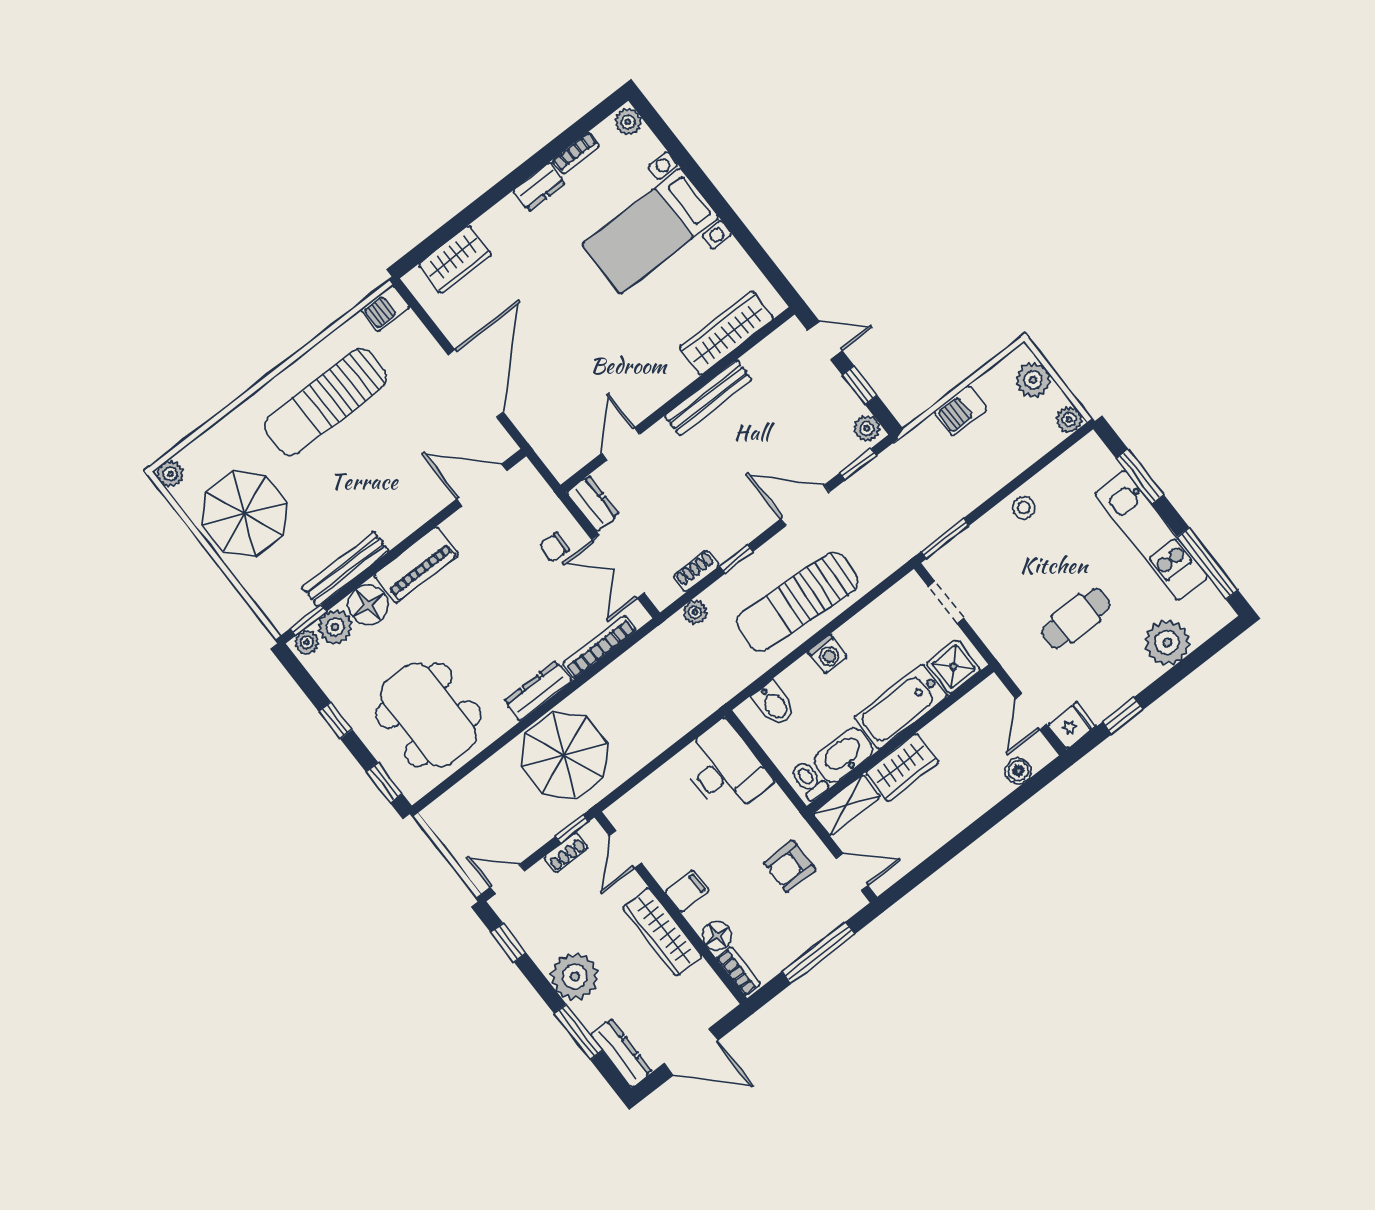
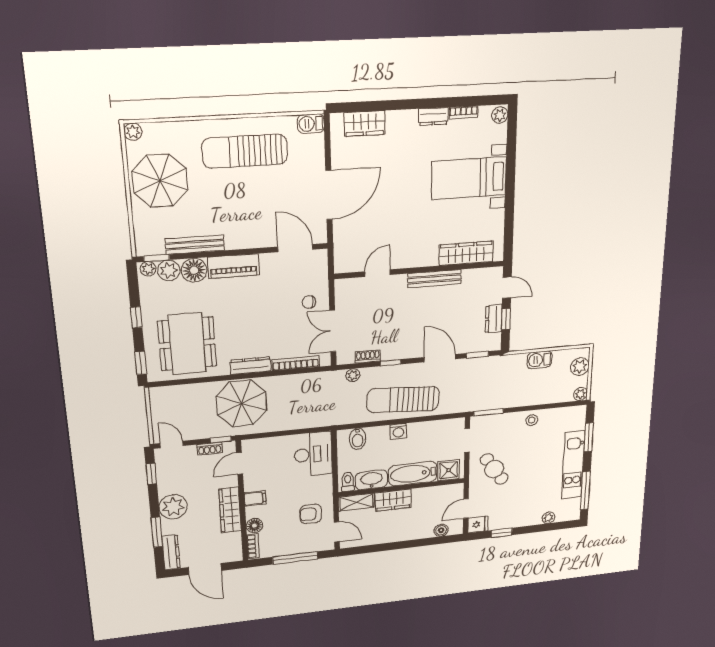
plant: (867, 428) -> (494, 341), removed
dresser: (593, 503) -> (494, 319), moved, turned 180
cafe table: (1076, 618) -> (494, 469), moved, turned 56
plant: (1167, 643) -> (549, 518), width x0.53, depth x0.53

